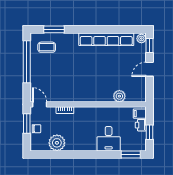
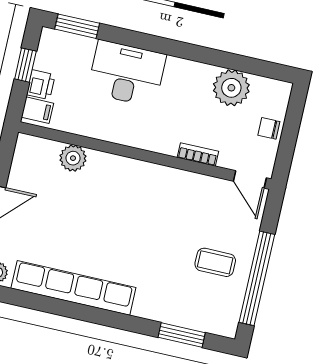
coffee table: (47, 47) -> (215, 262), moved
window: (27, 124) -> (287, 144), removed
desk: (109, 139) -> (127, 73), width x1.37

